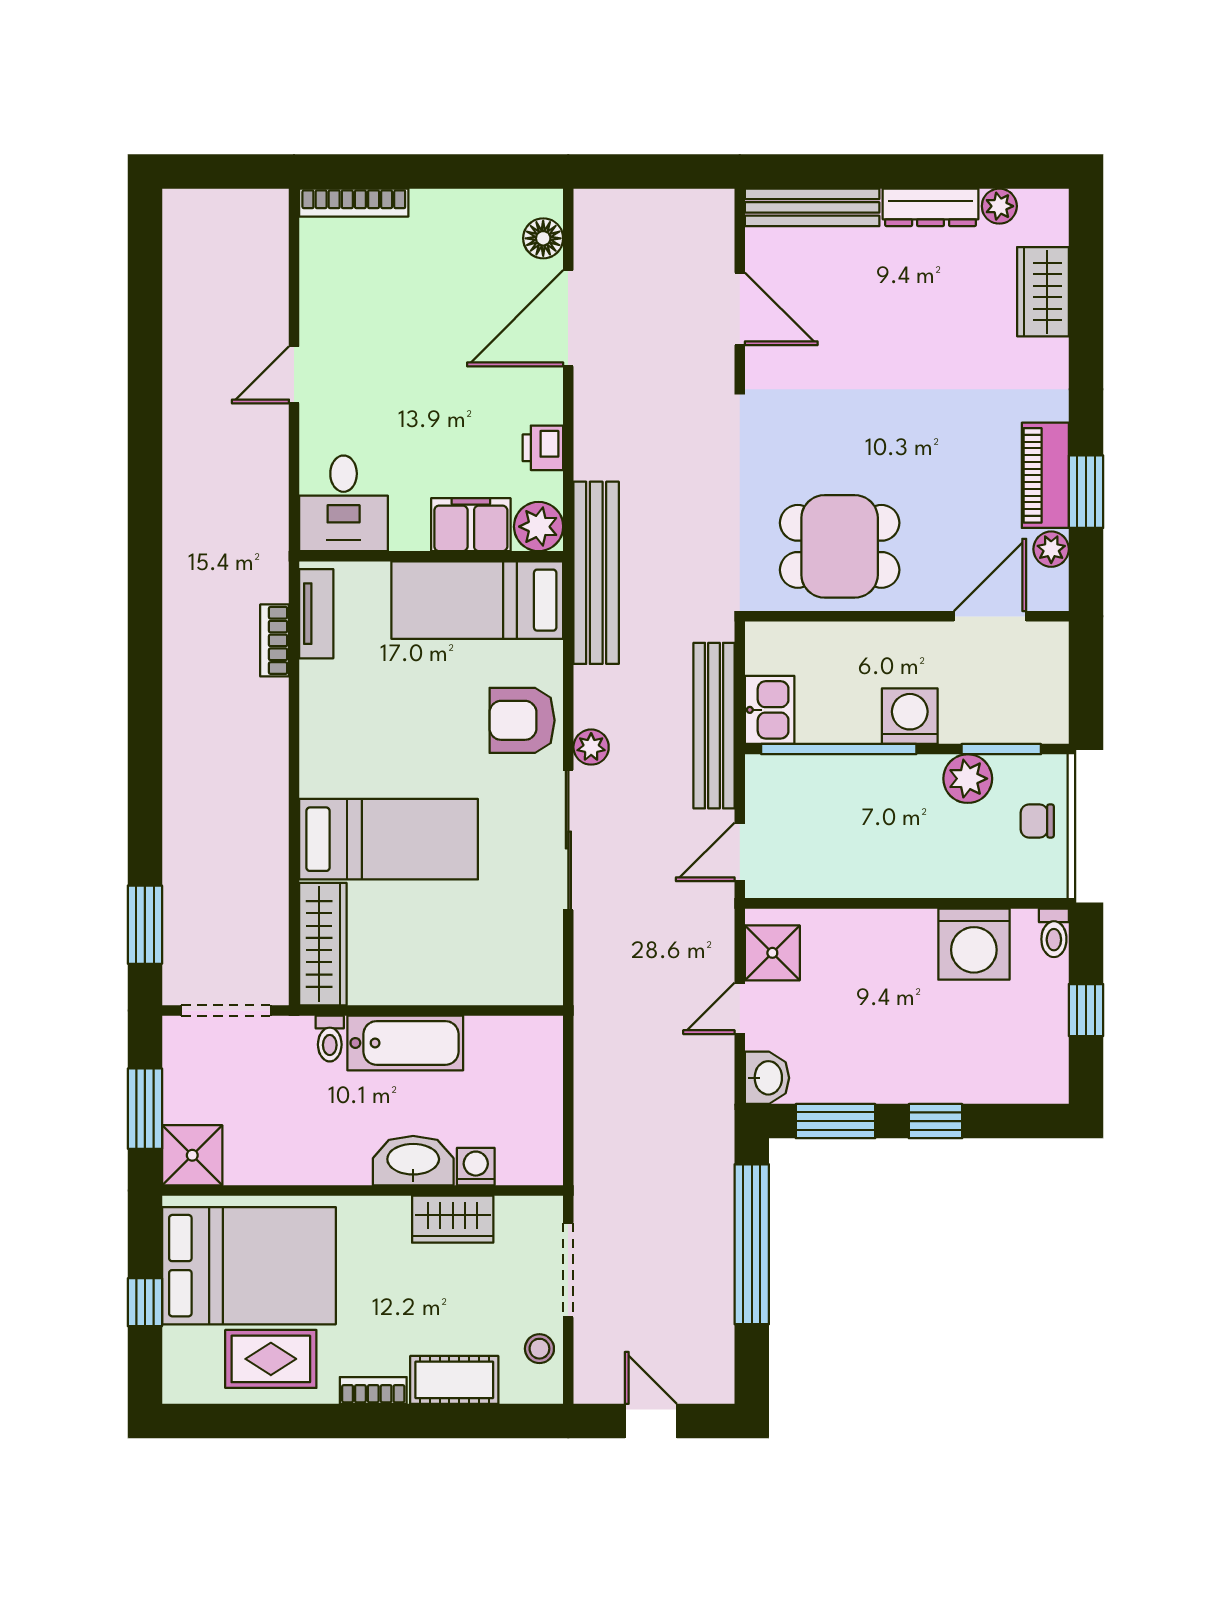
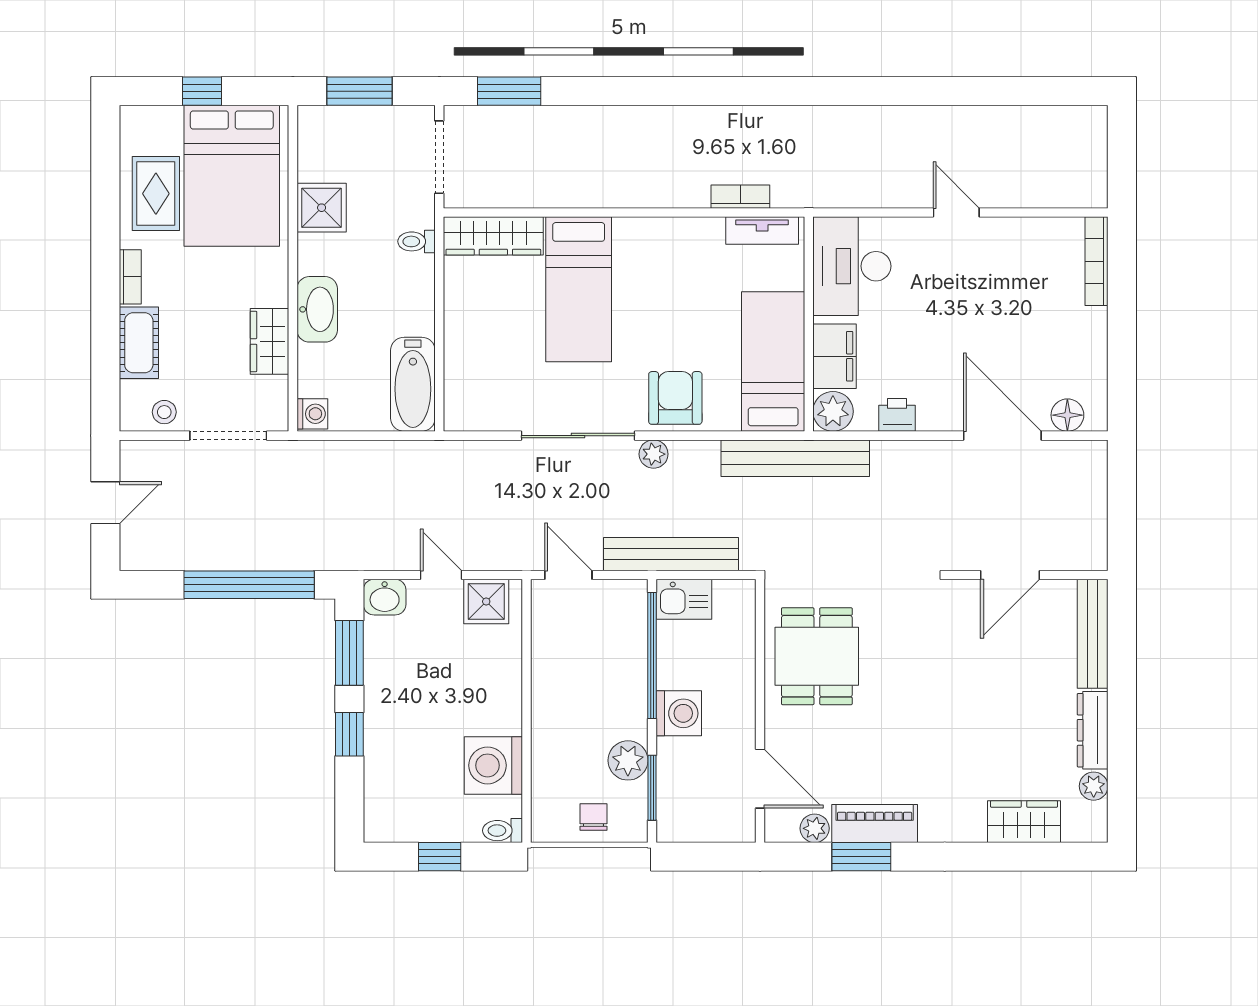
desk: (344, 503) -> (852, 266), width x1.37
bathtub: (405, 1043) -> (413, 384), moved
shower: (192, 1155) -> (322, 208), moved
washing machine: (476, 1167) -> (312, 414), moved

